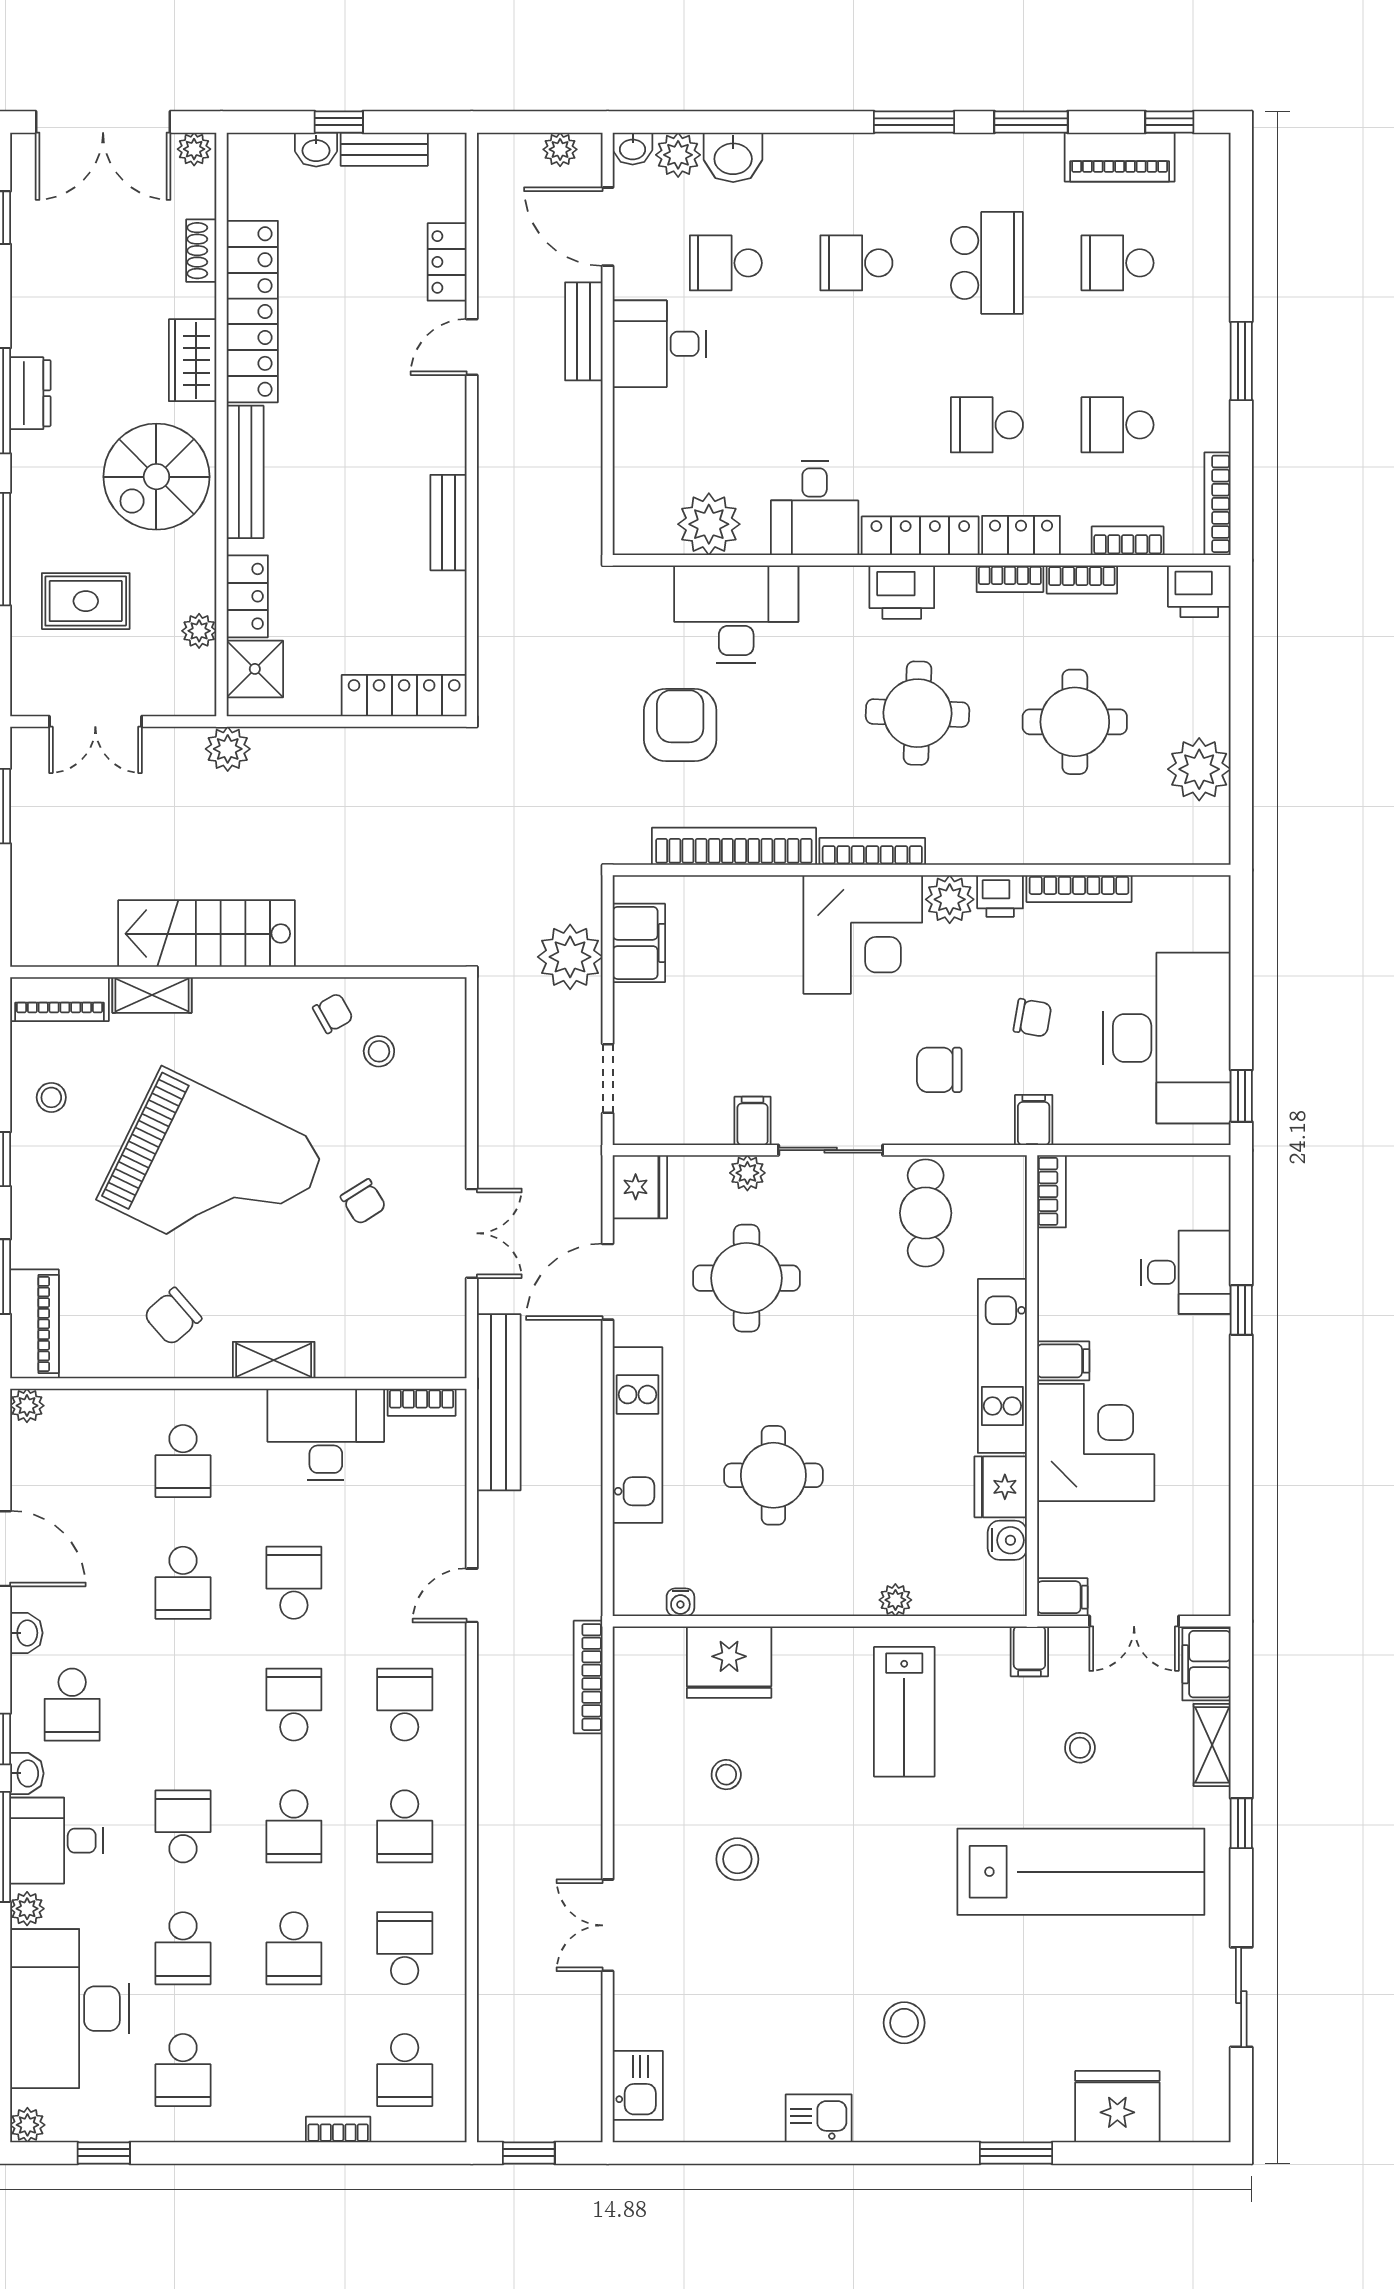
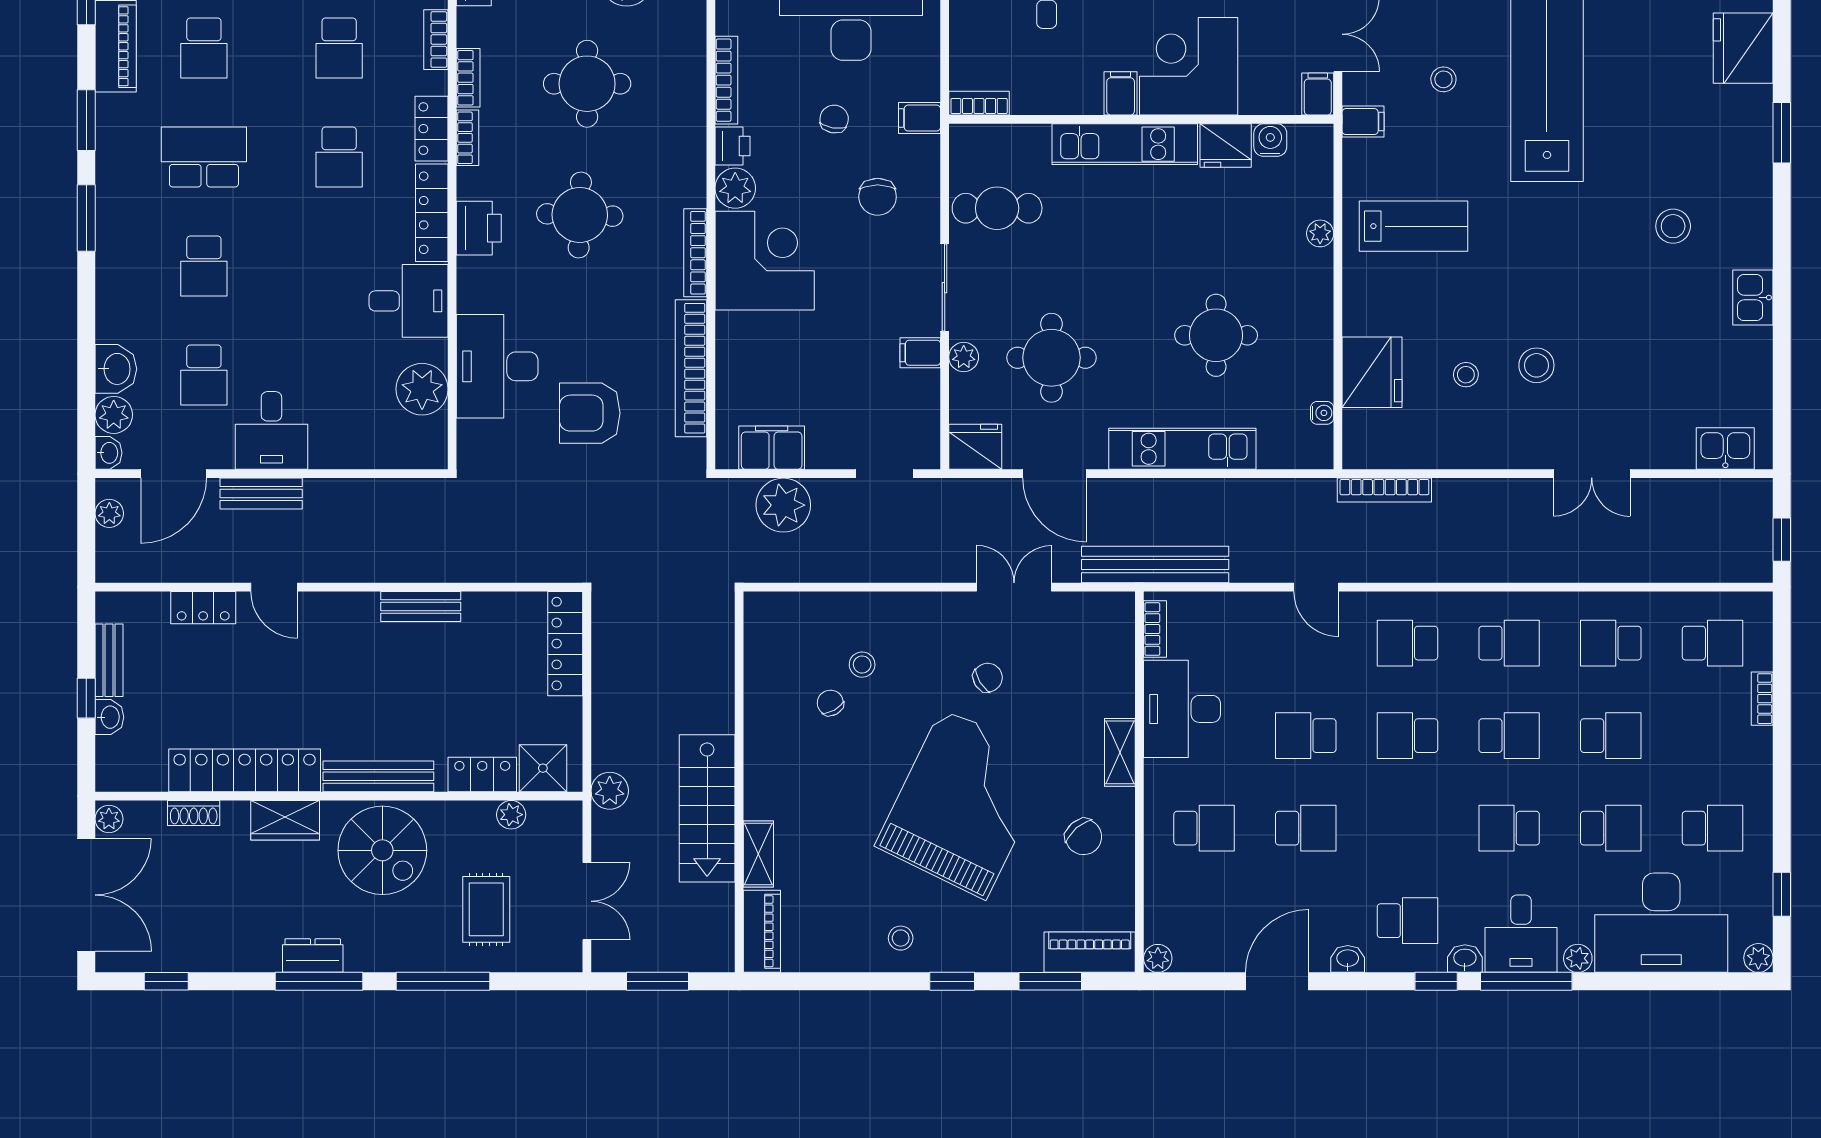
stairs: (207, 934) -> (707, 808), moved
wall: (238, 972) -> (739, 782), moved
shelving: (152, 995) -> (758, 854), moved
piano: (59, 999) -> (762, 931), moved

